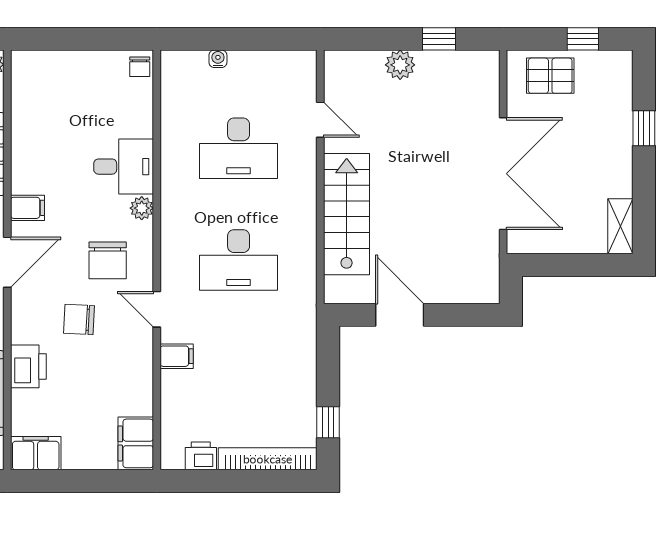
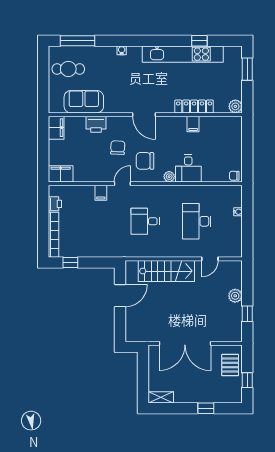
filing cabinet: (27, 208) -> (193, 124), moved
desk: (239, 260) -> (145, 221), width x0.73

